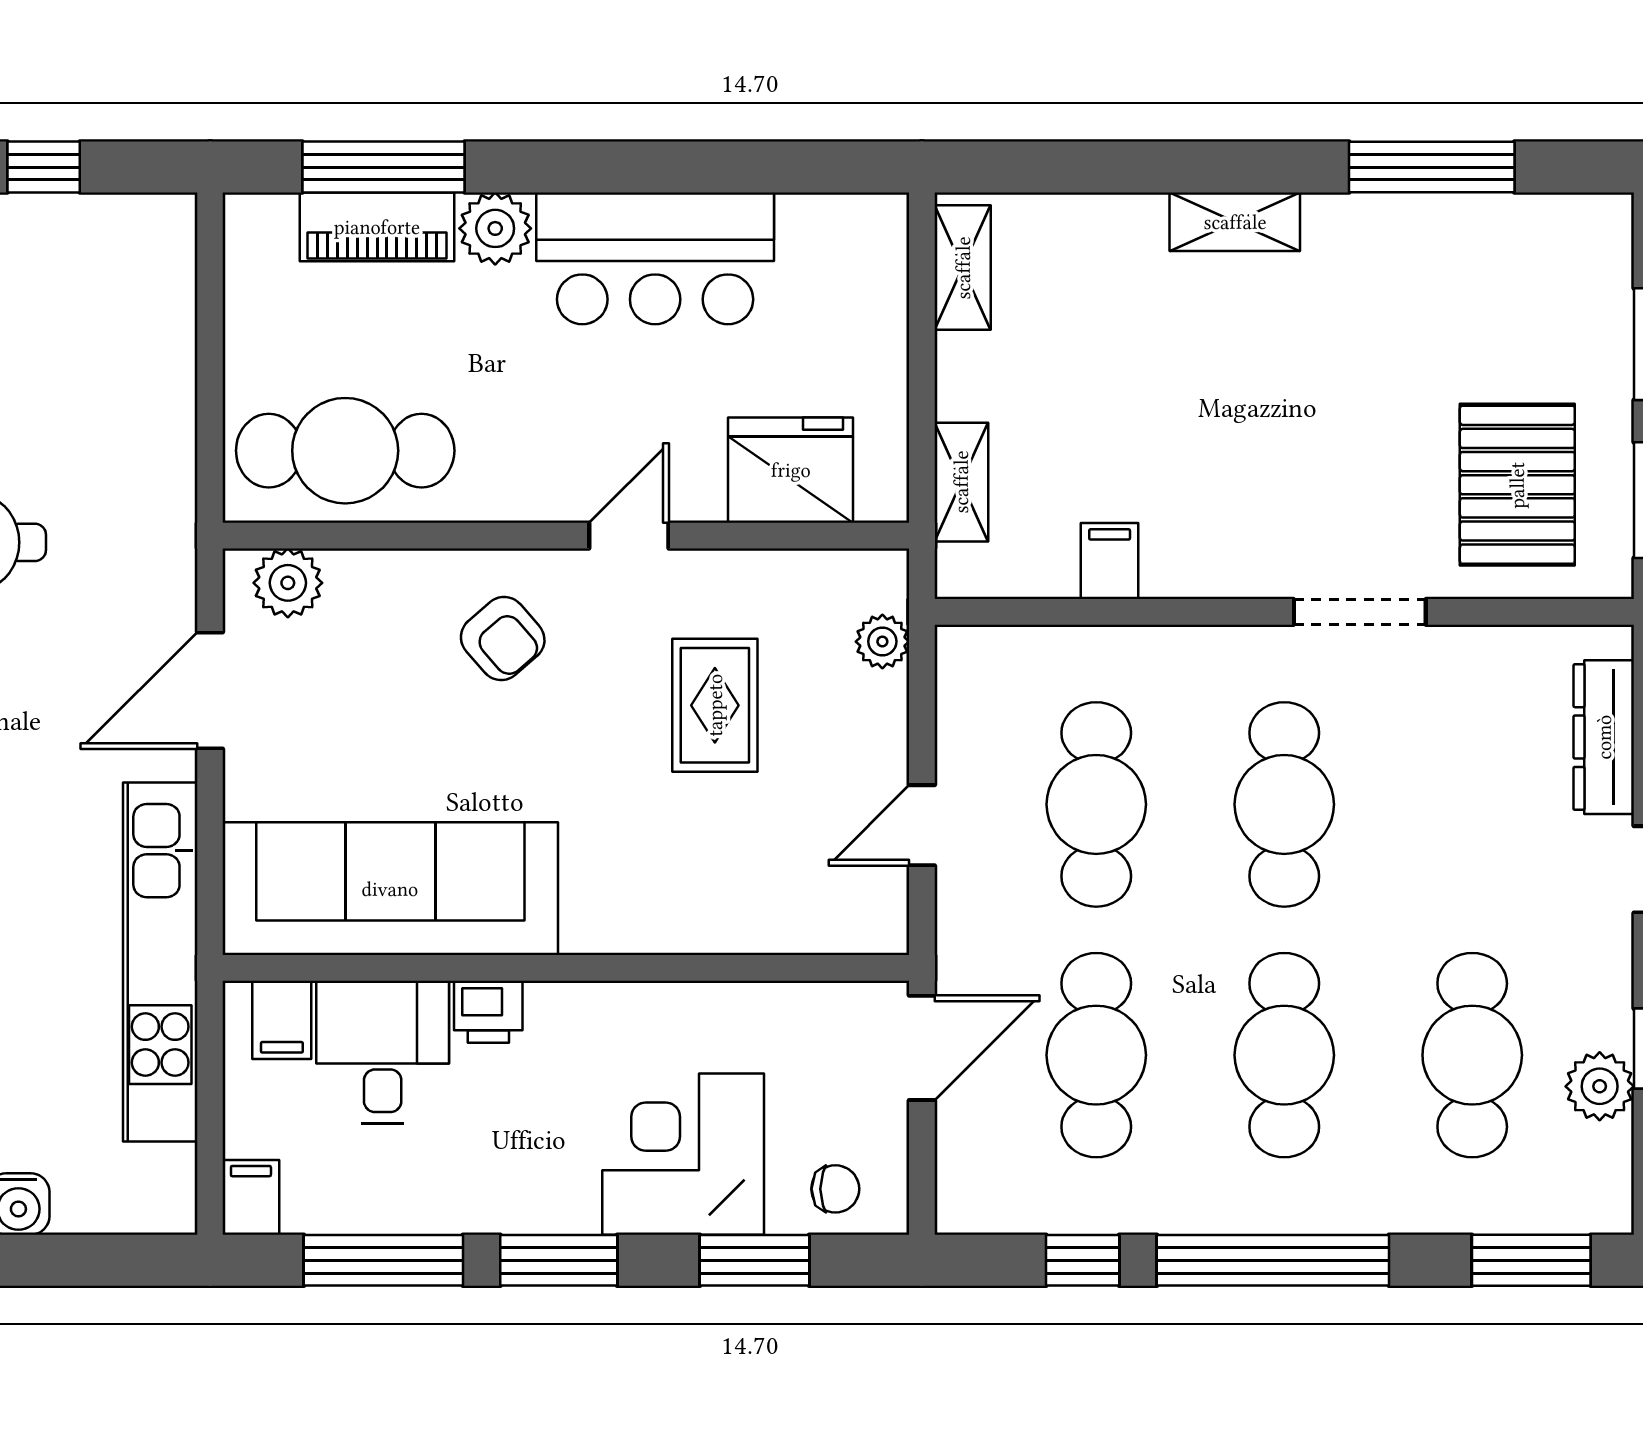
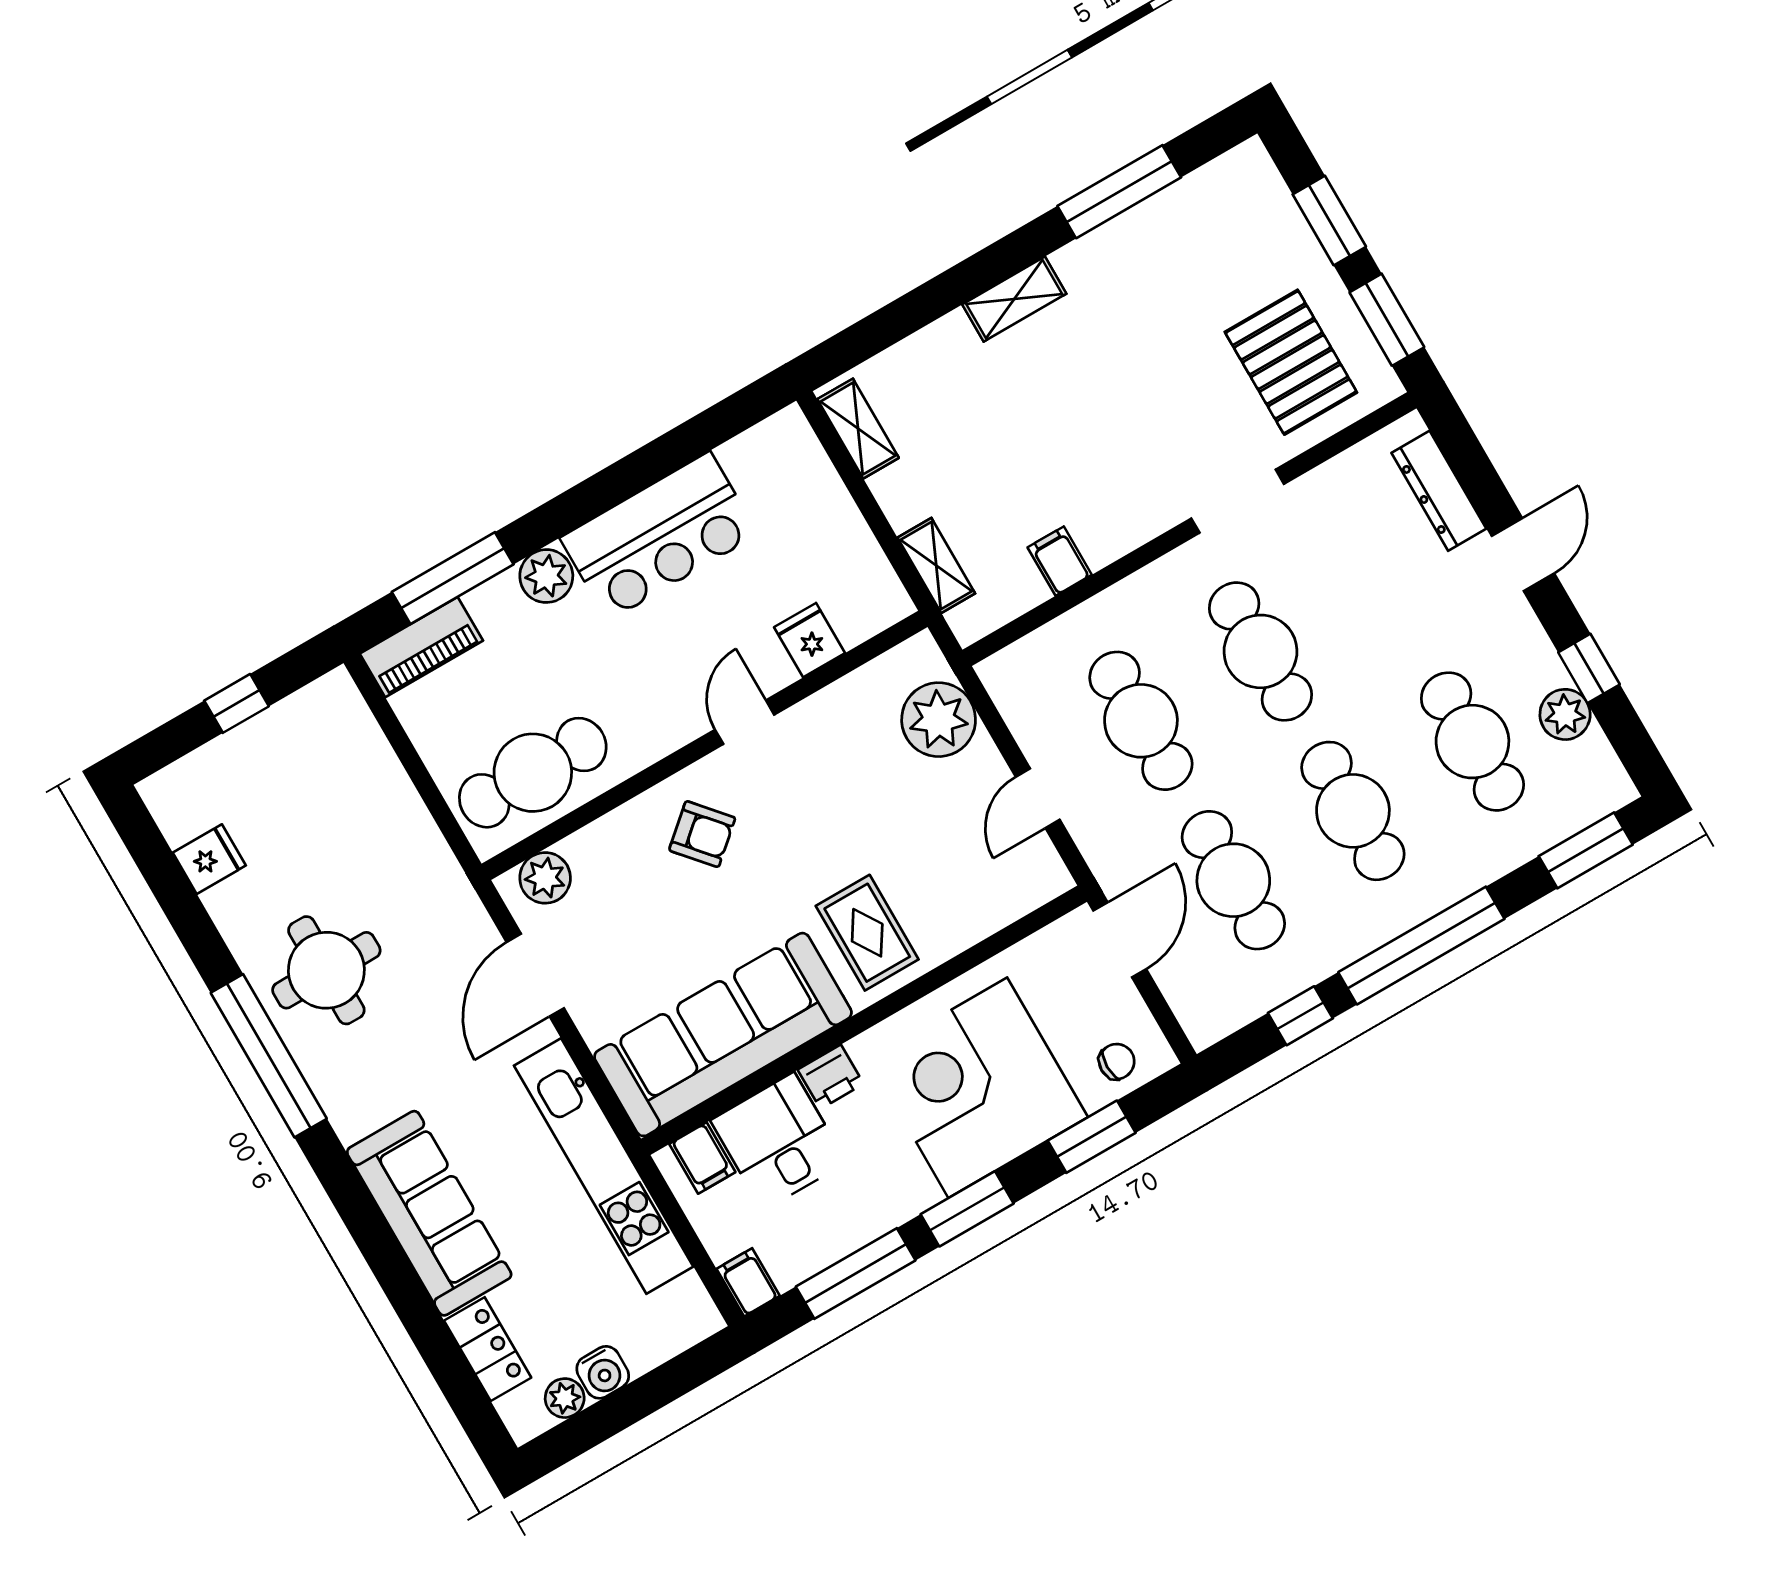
piano: (377, 227) -> (421, 647), moved
fridge: (791, 470) -> (810, 640), width x0.53, depth x0.75
plant: (882, 642) -> (939, 720), width x1.88, depth x1.88
rug: (715, 705) -> (867, 933), moved
corner desk: (683, 1154) -> (978, 1088), width x1.36, depth x1.36

